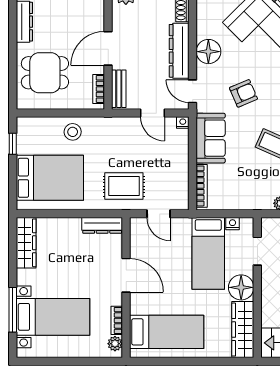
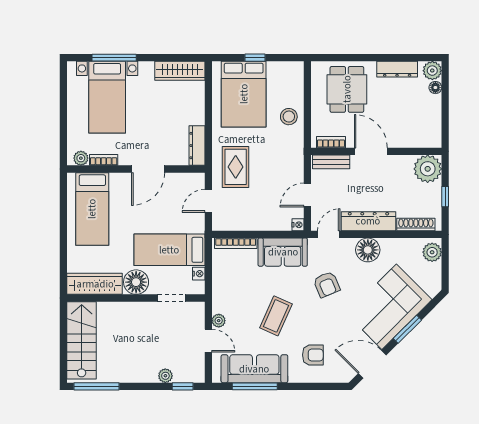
window: (13, 144) -> (255, 58), moved

